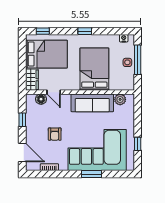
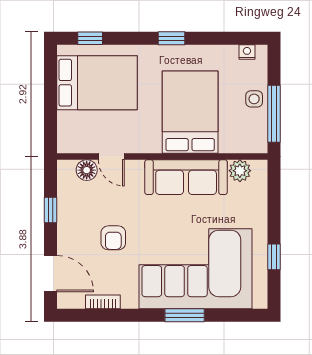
window: (138, 60) -> (274, 114), moved
wardrobe: (32, 80) -> (69, 132), removed

